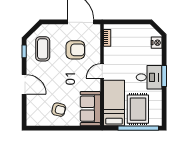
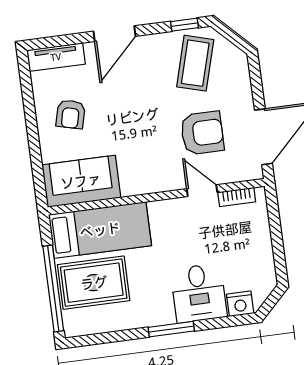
coffee table: (43, 49) -> (195, 63), turned -74
armchair: (75, 50) -> (202, 133), turned -90
door: (102, 71) -> (202, 191), moved
desk: (149, 77) -> (199, 293), moved
tv unit: (31, 113) -> (56, 57), added

